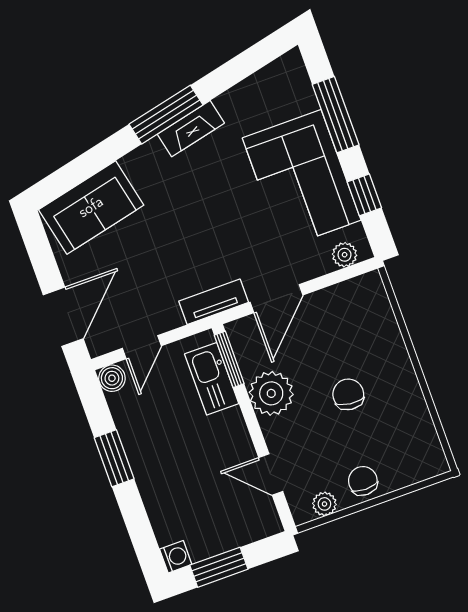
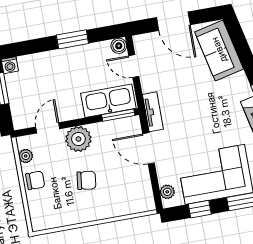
door: (63, 317) -> (173, 21), moved
kitchen sink: (212, 379) -> (108, 101), width x1.36, depth x1.24
plant: (271, 393) -> (78, 139), moved

